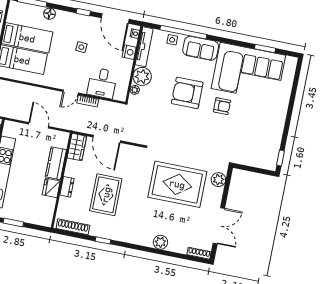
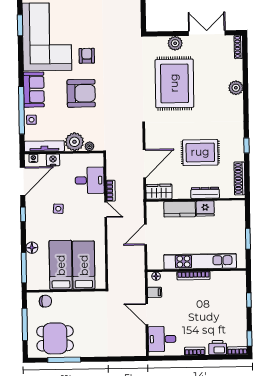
armchair: (187, 93) -> (81, 93), turned -90
plant: (218, 180) -> (175, 43), moved
dresser: (67, 187) -> (205, 193), width x1.44

